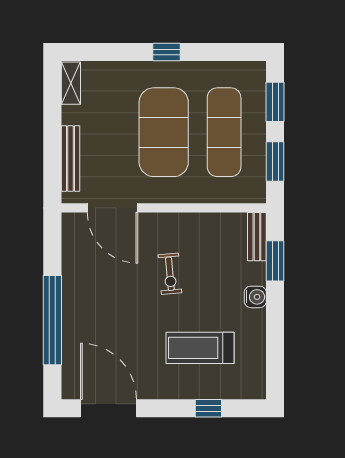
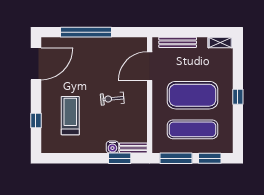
window: (275, 161) -> (176, 158), width x1.44
water cooler: (255, 297) -> (112, 147), moved

